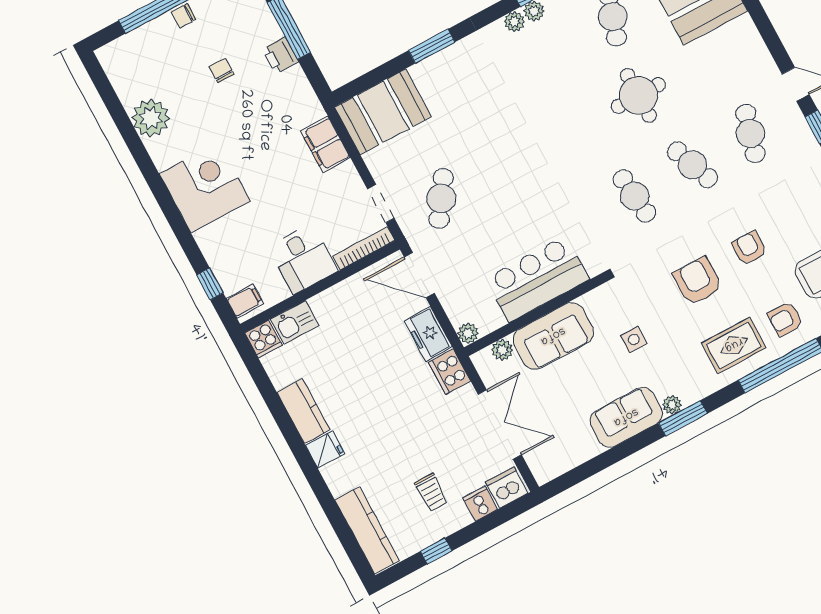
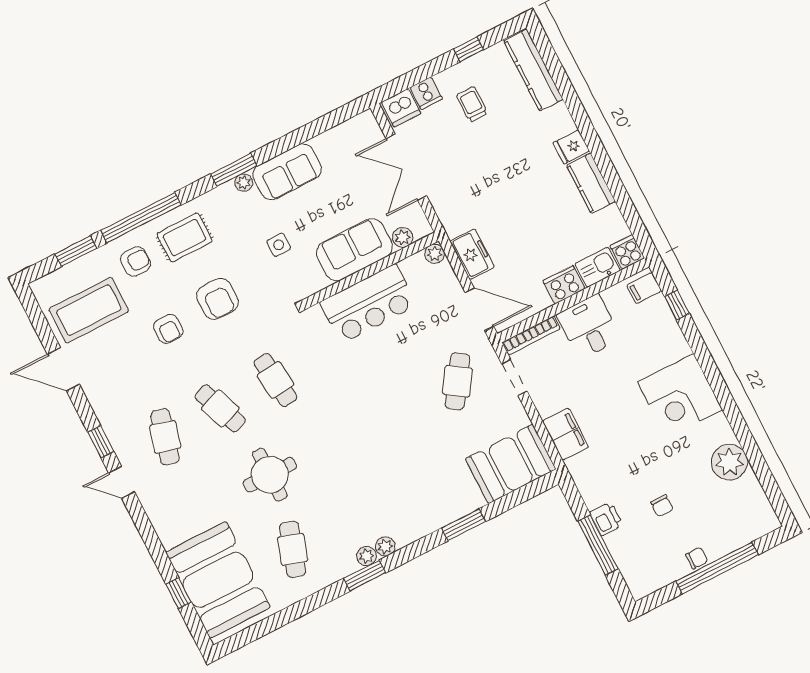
cooker: (450, 372) -> (564, 285), moved, turned -90

